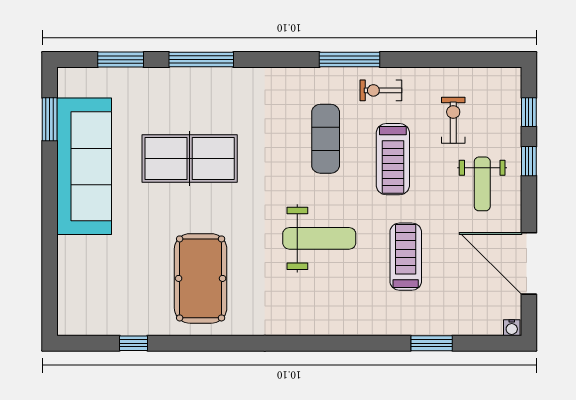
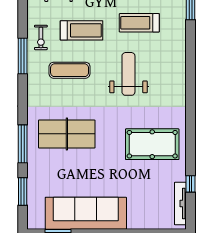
table tennis table: (190, 159) -> (67, 134), moved, turned 90
tv unit: (100, 326) -> (180, 203), added

